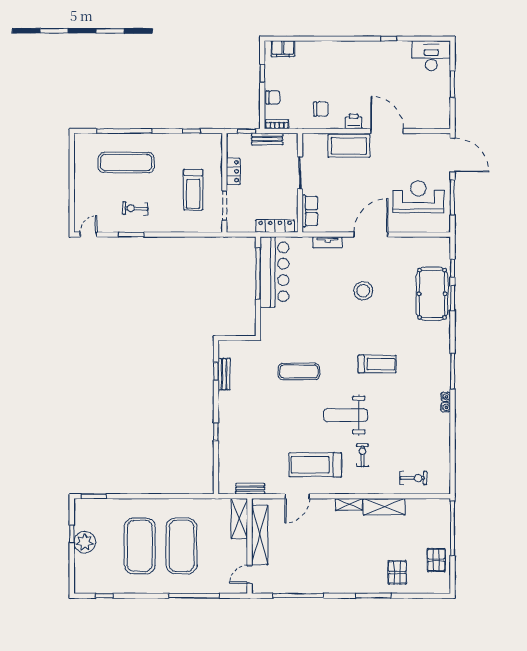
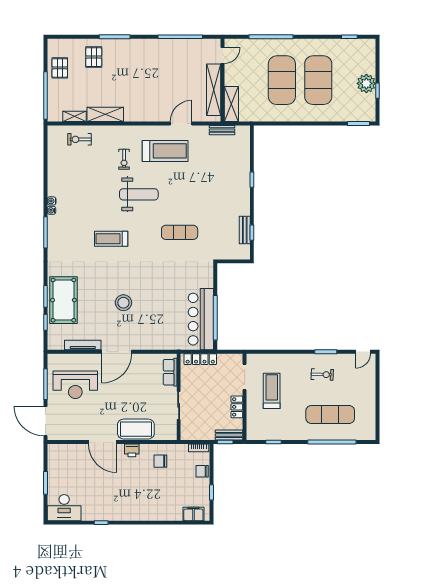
bench: (267, 139) -> (229, 435), moved
tv unit: (328, 242) -> (83, 345), moved, width x1.41
shelving: (349, 504) -> (74, 116), moved

